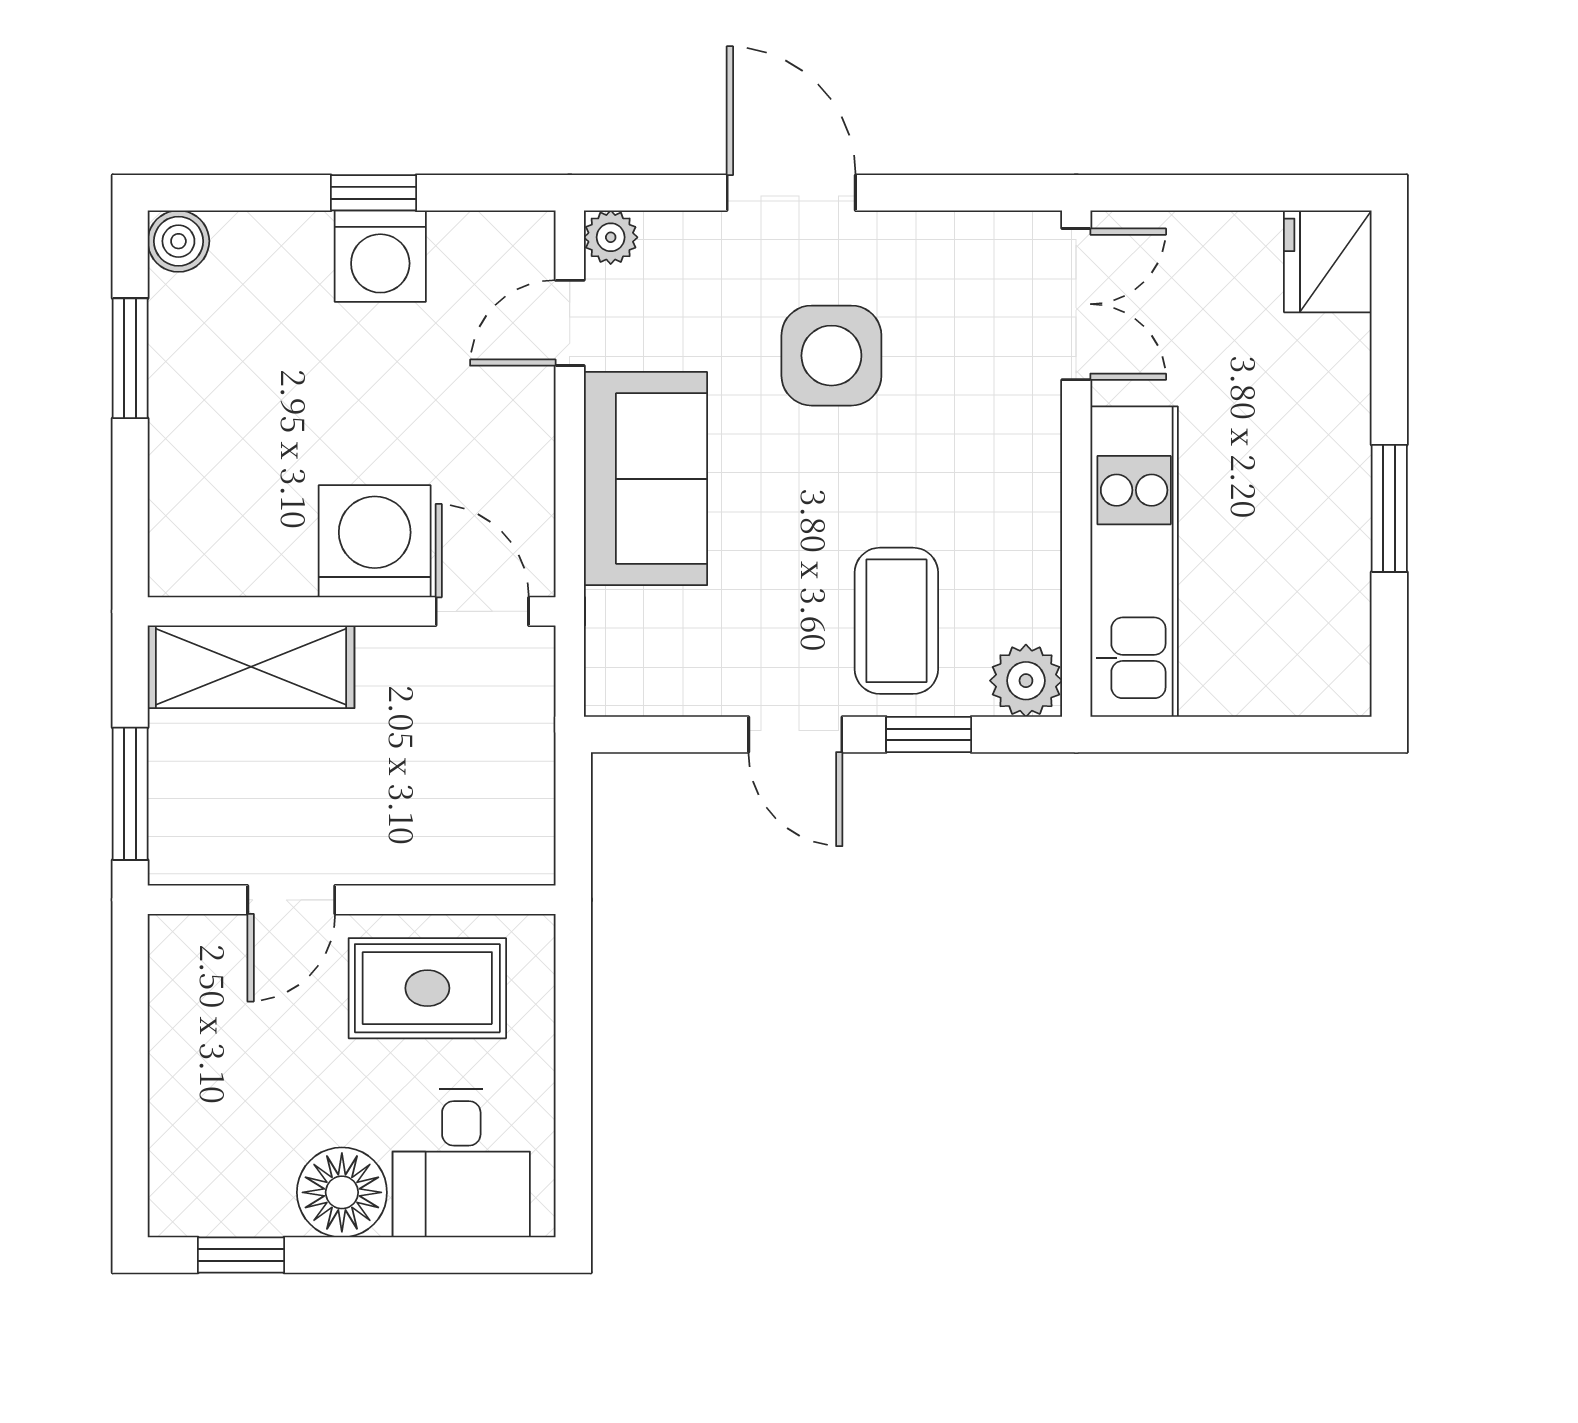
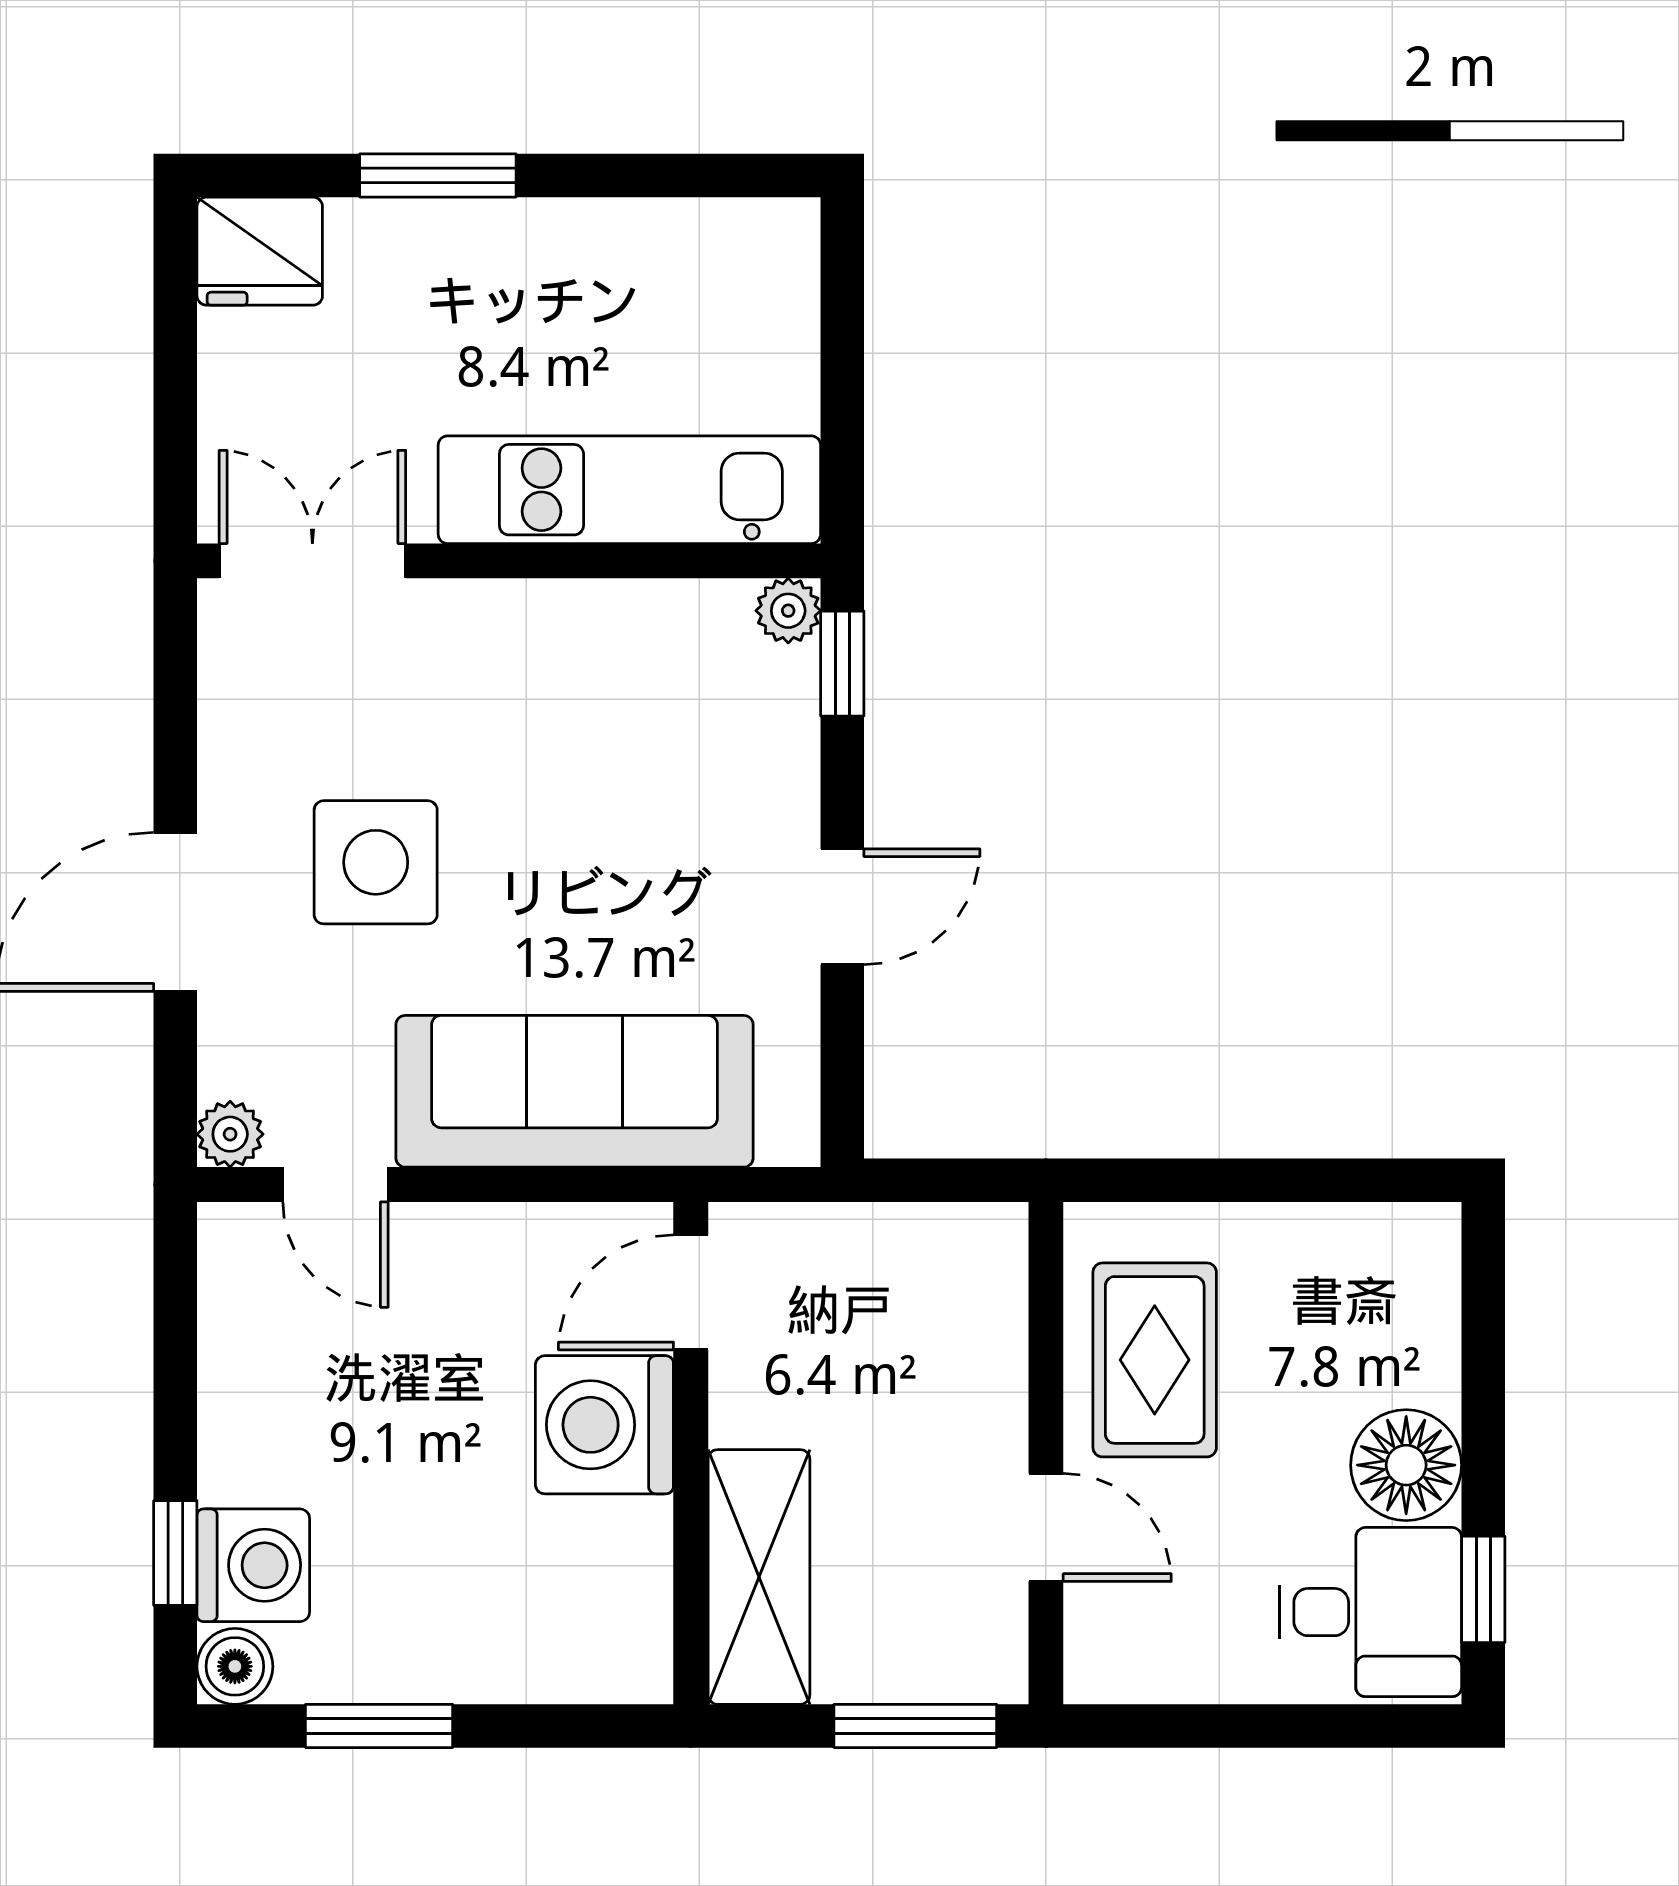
window: (374, 193) -> (175, 1553), moved
washing machine: (380, 256) -> (253, 1565), moved
sofa: (645, 479) -> (574, 1091), width x1.36
window: (1389, 508) -> (438, 175), moved
coffee table: (896, 621) -> (702, 782), removed
plant: (1026, 681) -> (788, 611), width x0.73, depth x0.73
window: (929, 734) -> (842, 664), moved
desk: (461, 1163) -> (1370, 1612), moved

